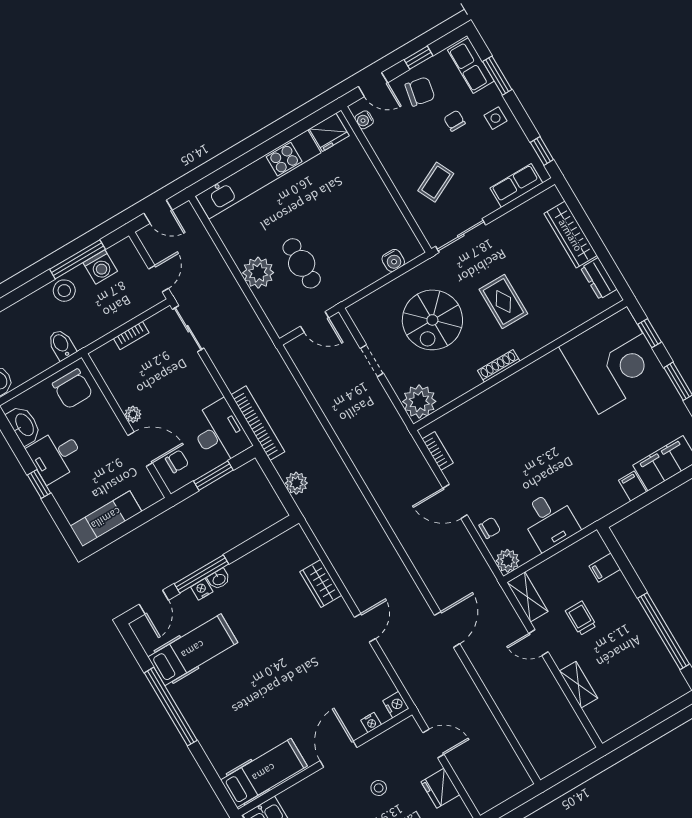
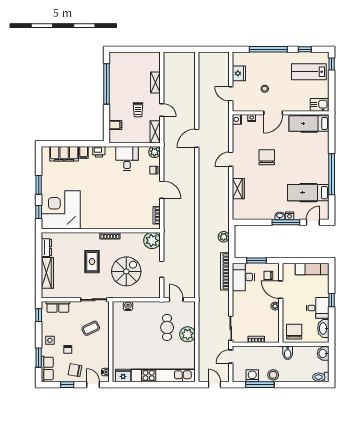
printer: (606, 503) -> (99, 152), added
chair: (303, 669) -> (267, 157), added

